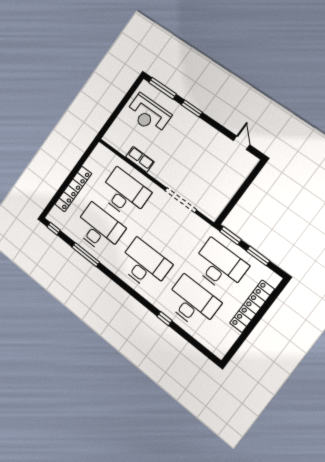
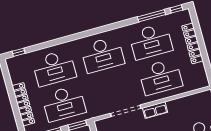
row of seats: (140, 159) -> (155, 110), moved
window: (86, 255) -> (151, 16), moved
window: (165, 319) -> (19, 52), moved

